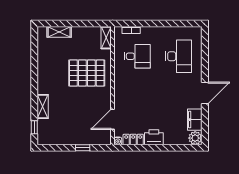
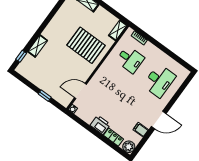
filing cabinet: (195, 120) -> (141, 130), width x0.50
locker: (133, 139) -> (114, 137), moved

